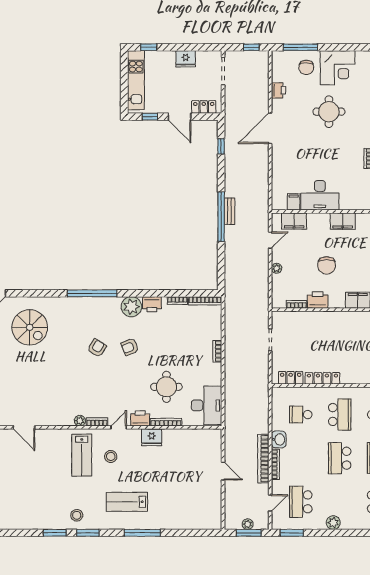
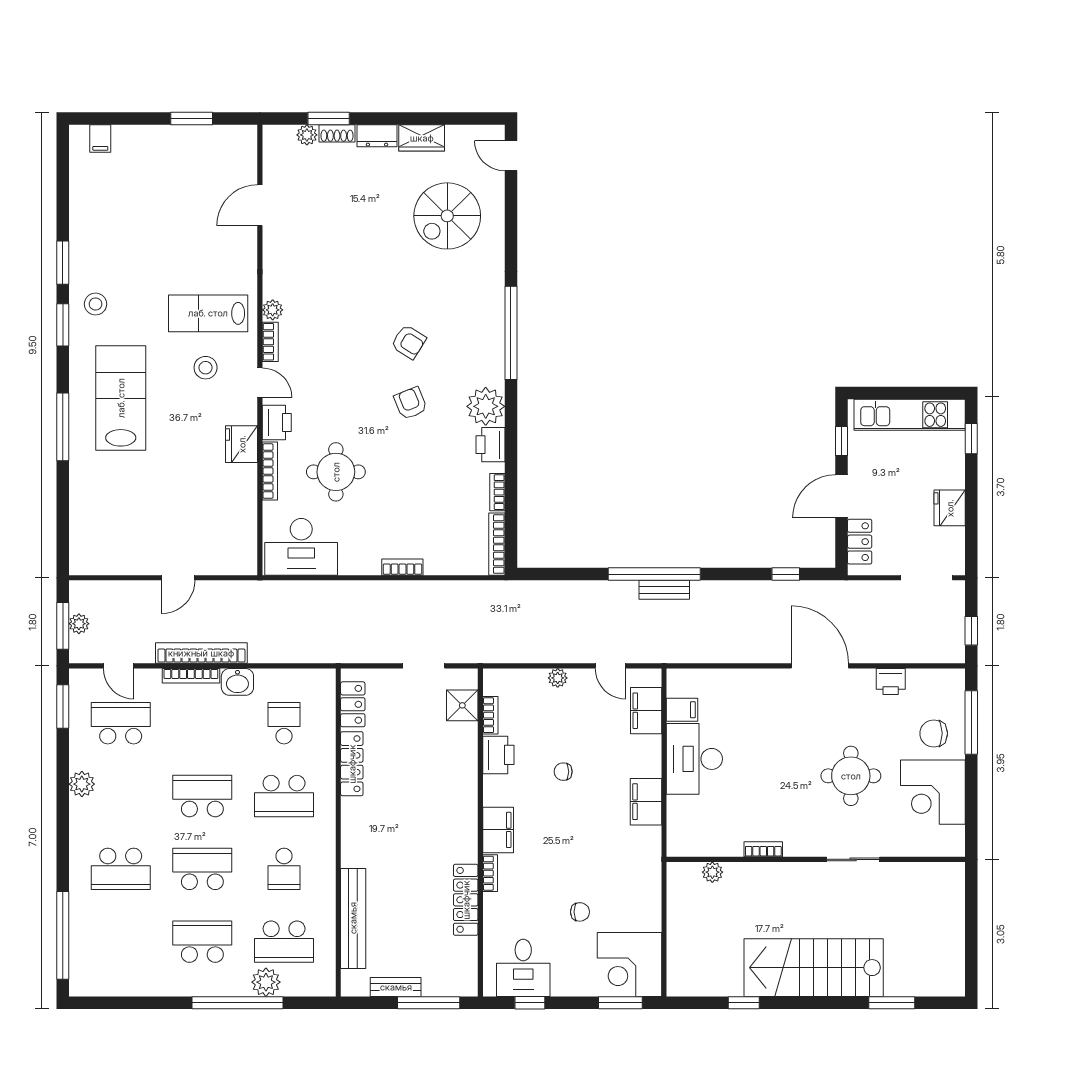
chair: (327, 265) -> (563, 772), width x0.54, depth x0.54
shower: (291, 319) -> (462, 705), added
lab bench: (127, 502) -> (121, 398), width x1.36, depth x1.39

